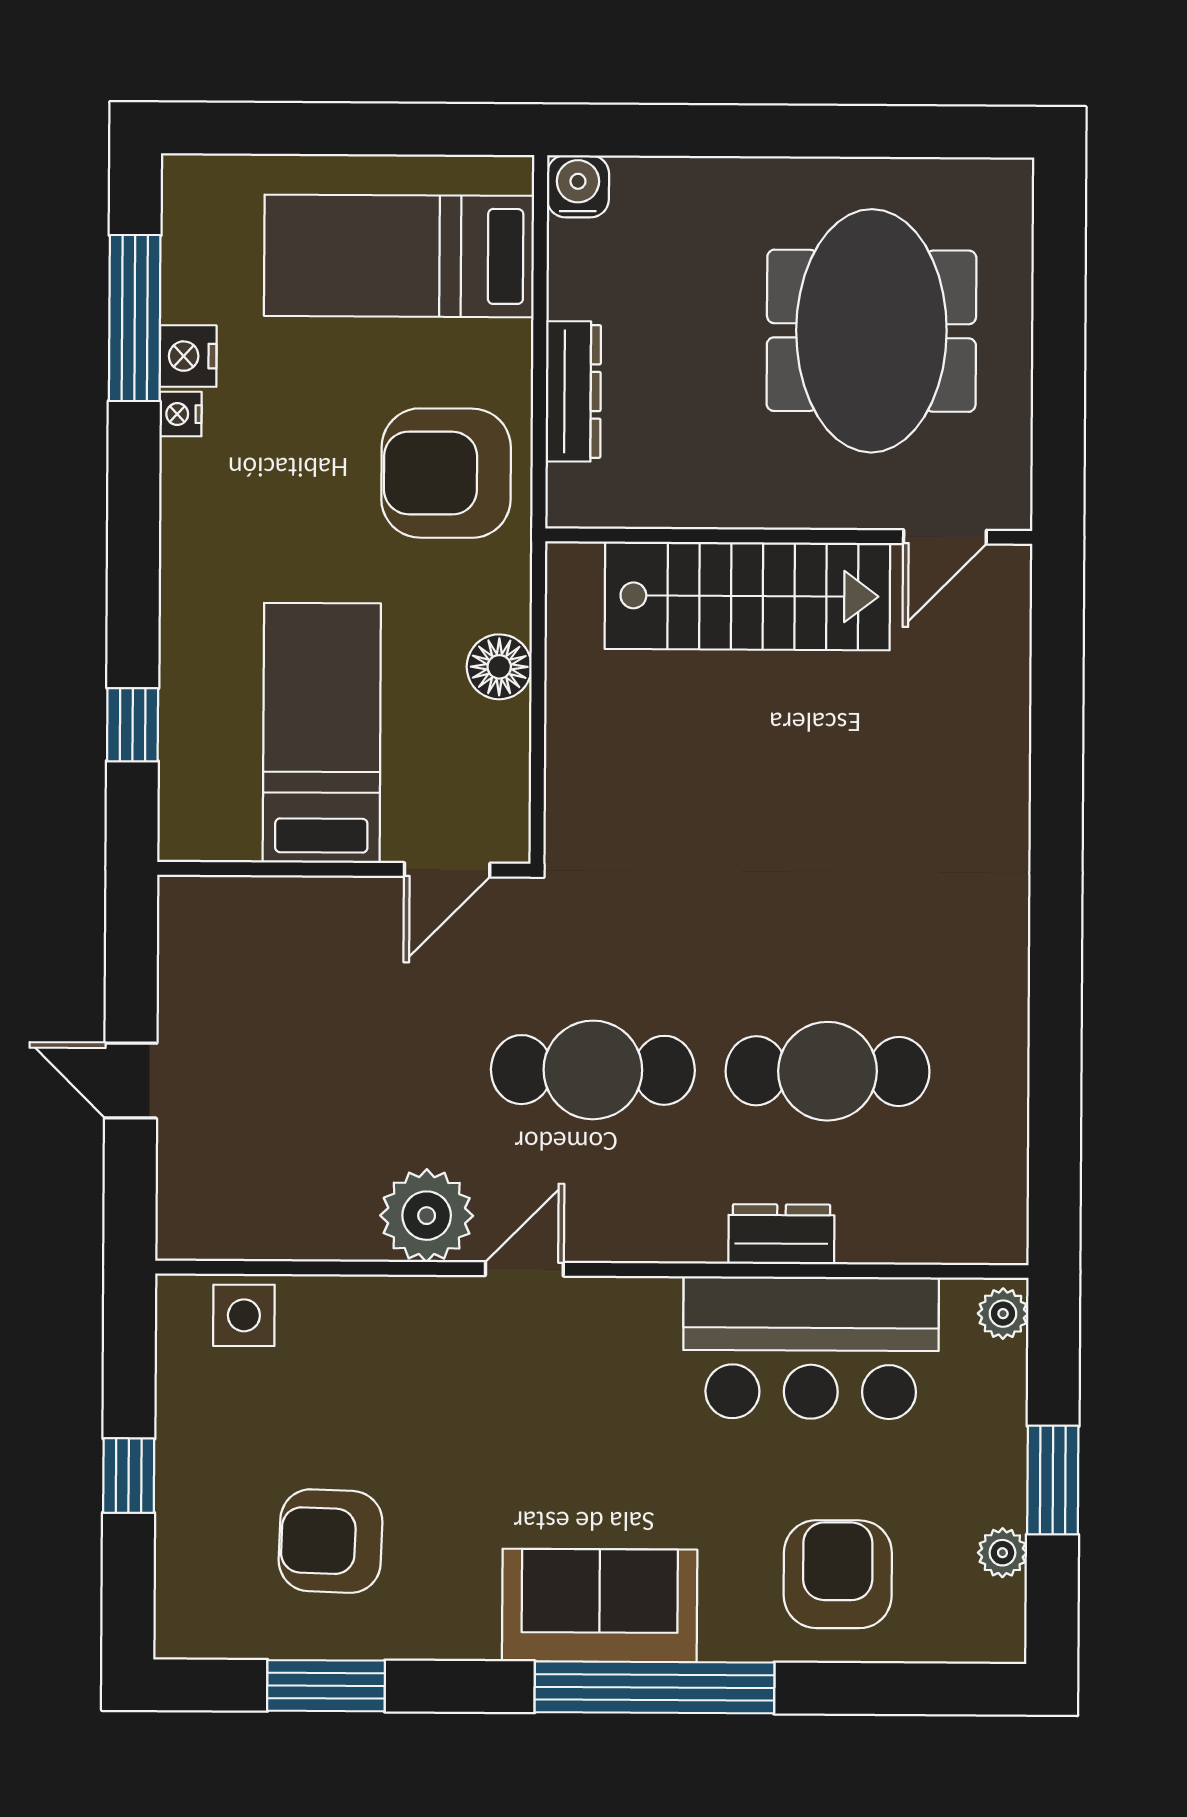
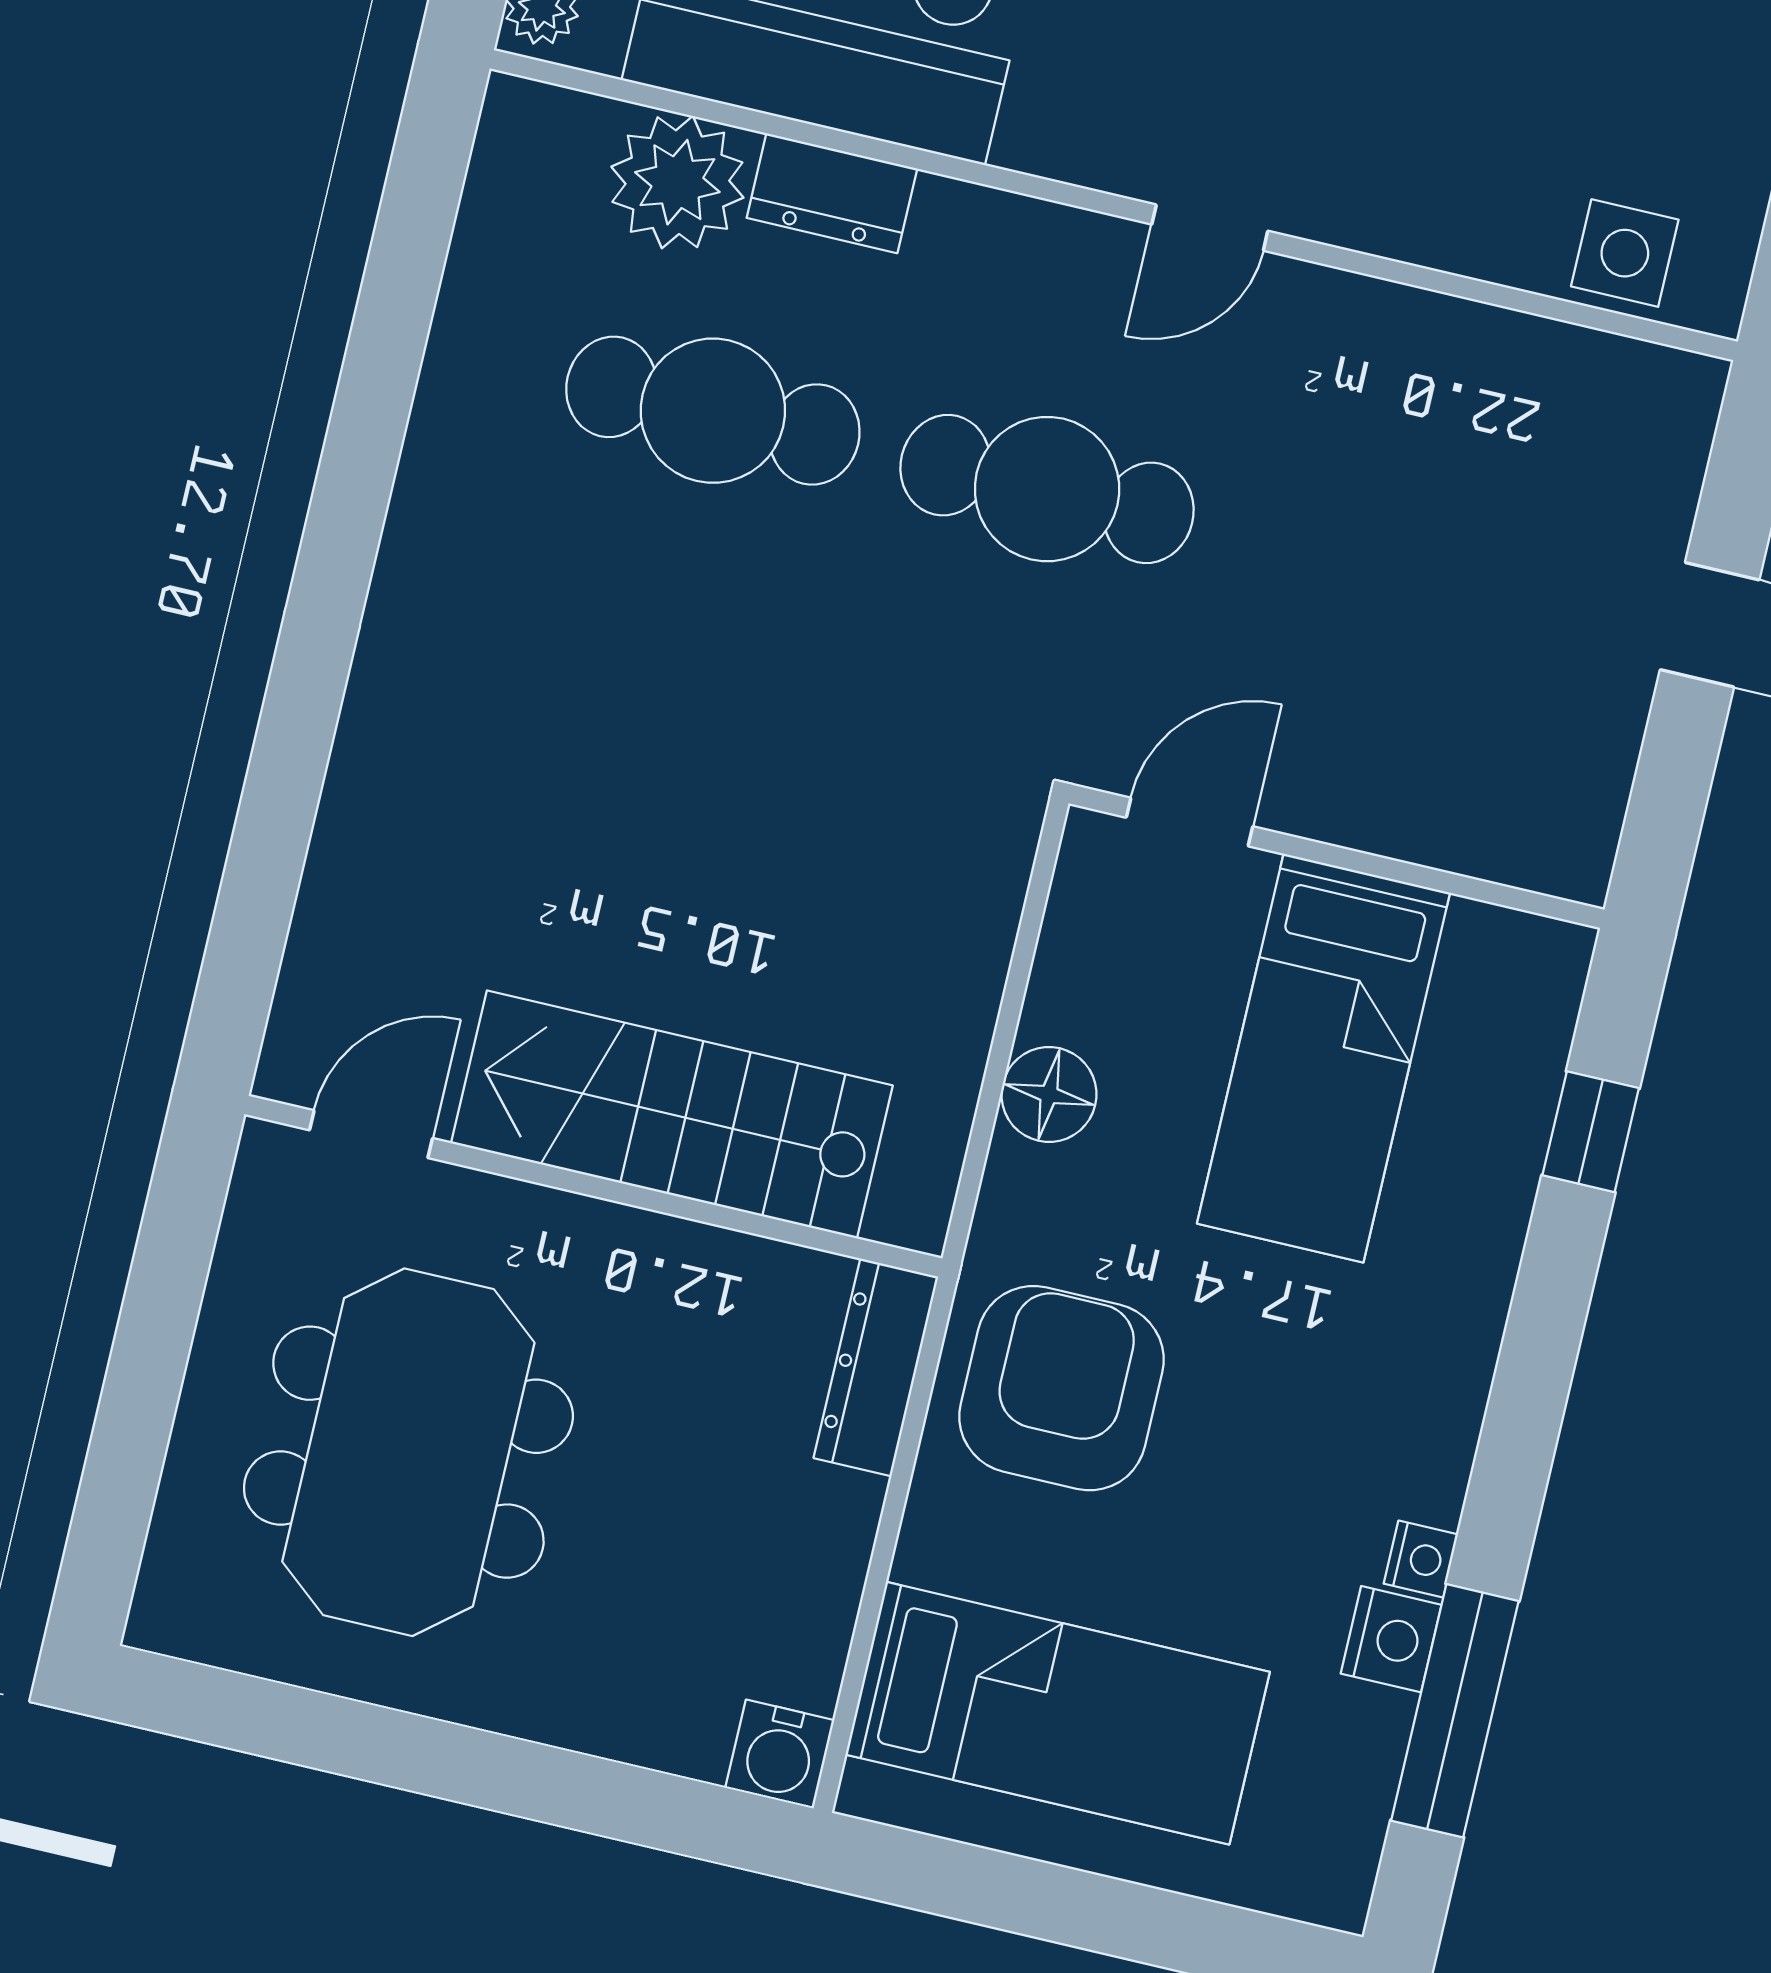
dresser: (573, 391) -> (876, 1367), moved
armchair: (446, 473) -> (1061, 1388), turned -90
plant: (427, 1216) -> (677, 182), moved

